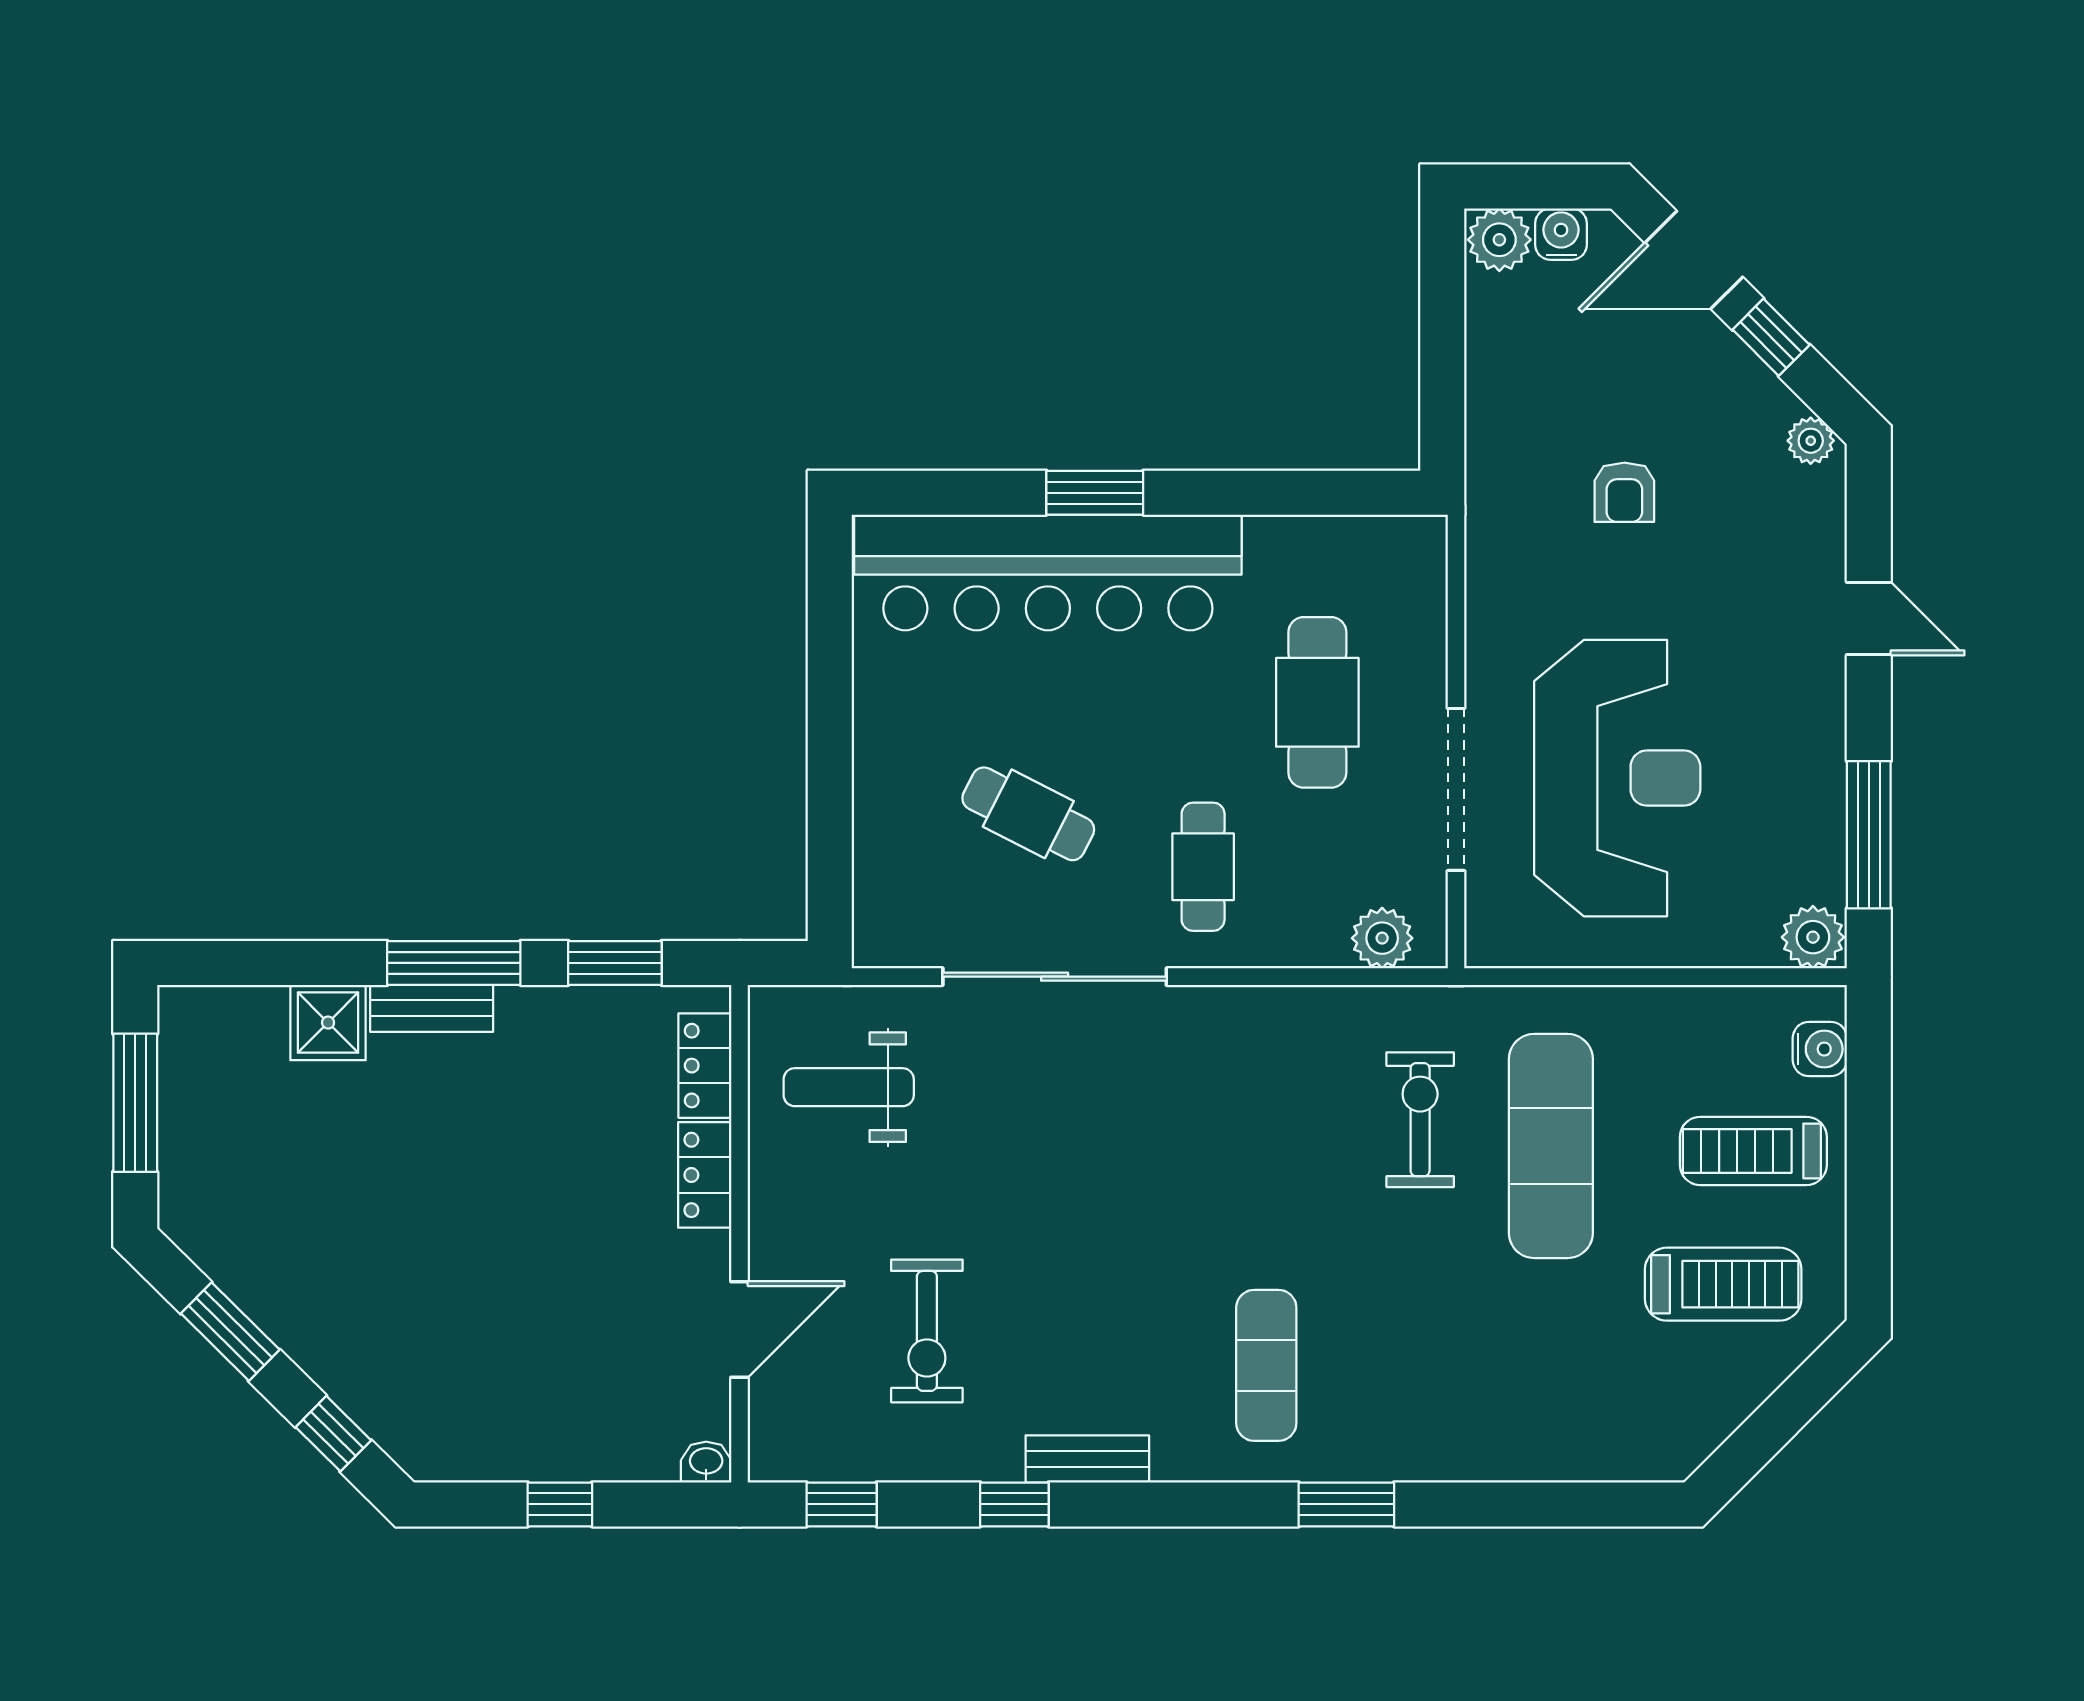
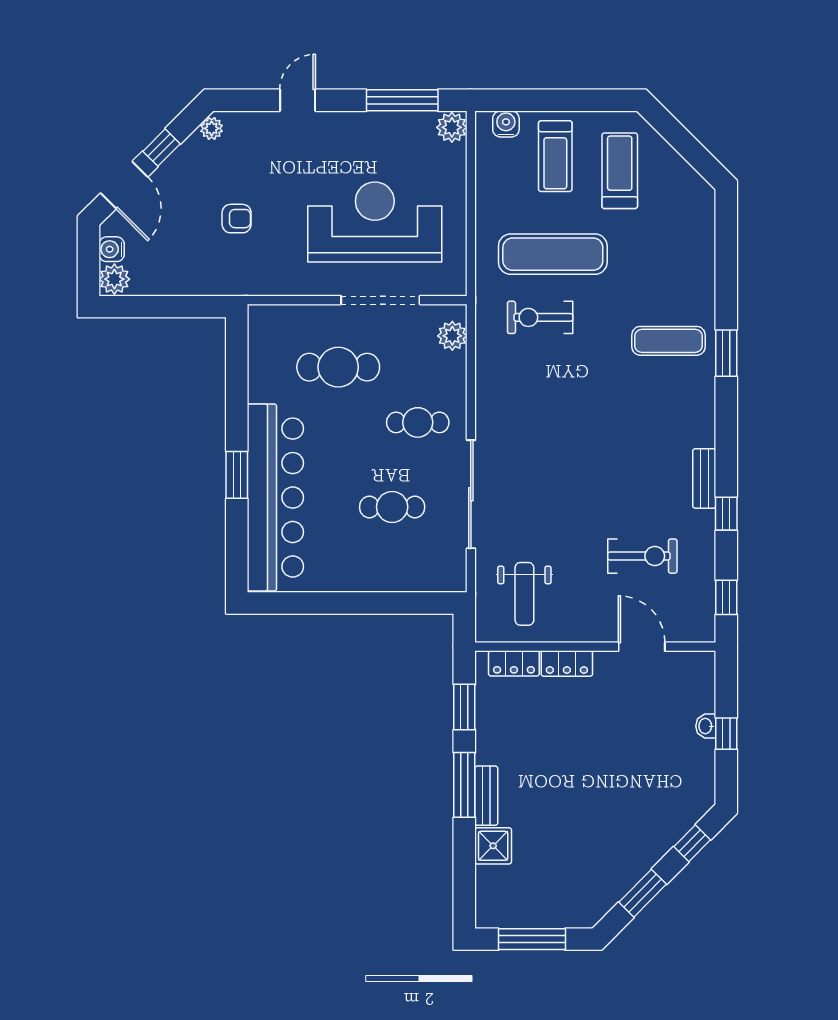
cafe table: (1028, 814) -> (392, 507), turned 63
exercise mat: (1266, 1365) -> (669, 341), moved
washbasin: (706, 1462) -> (706, 726), moved

